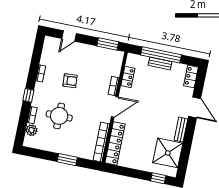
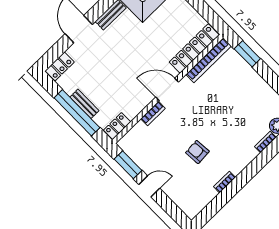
door: (69, 36) -> (149, 186), moved
locker: (128, 77) -> (117, 126), moved
window: (28, 95) -> (255, 167), removed
round table: (59, 116) -> (236, 121), removed
window: (67, 160) -> (247, 54), moved

